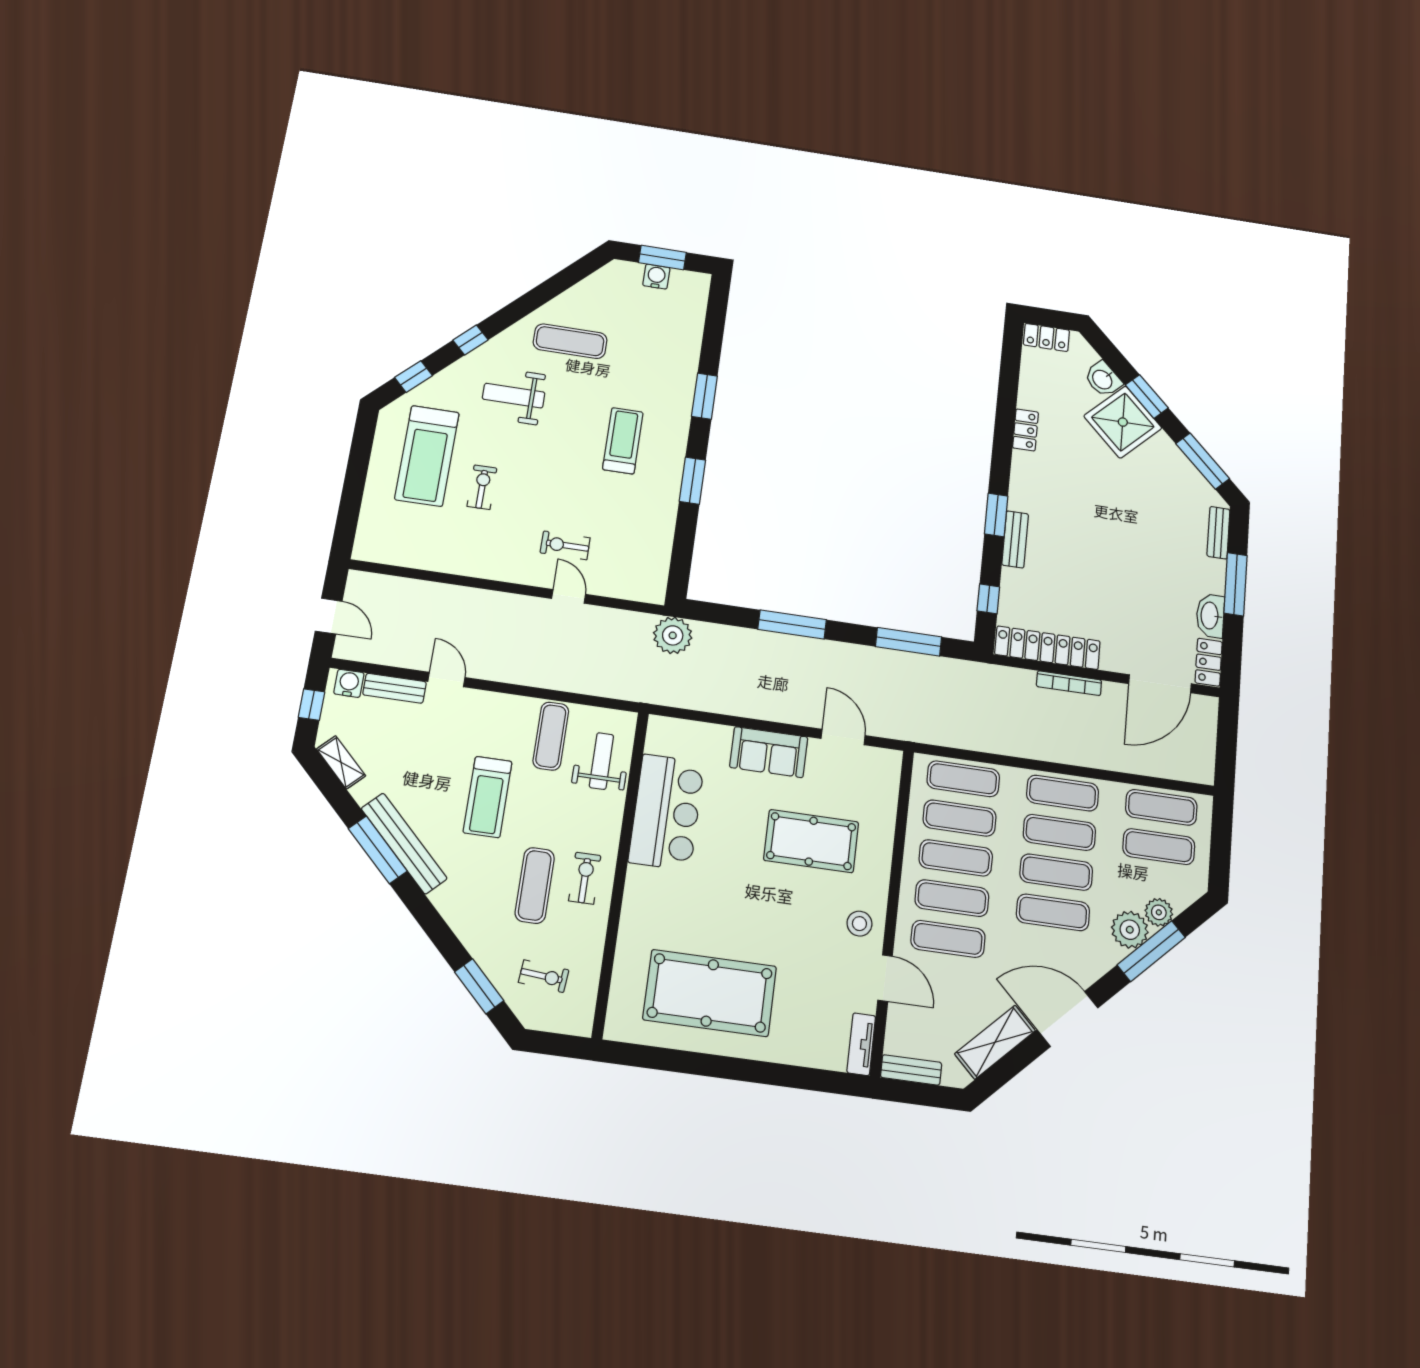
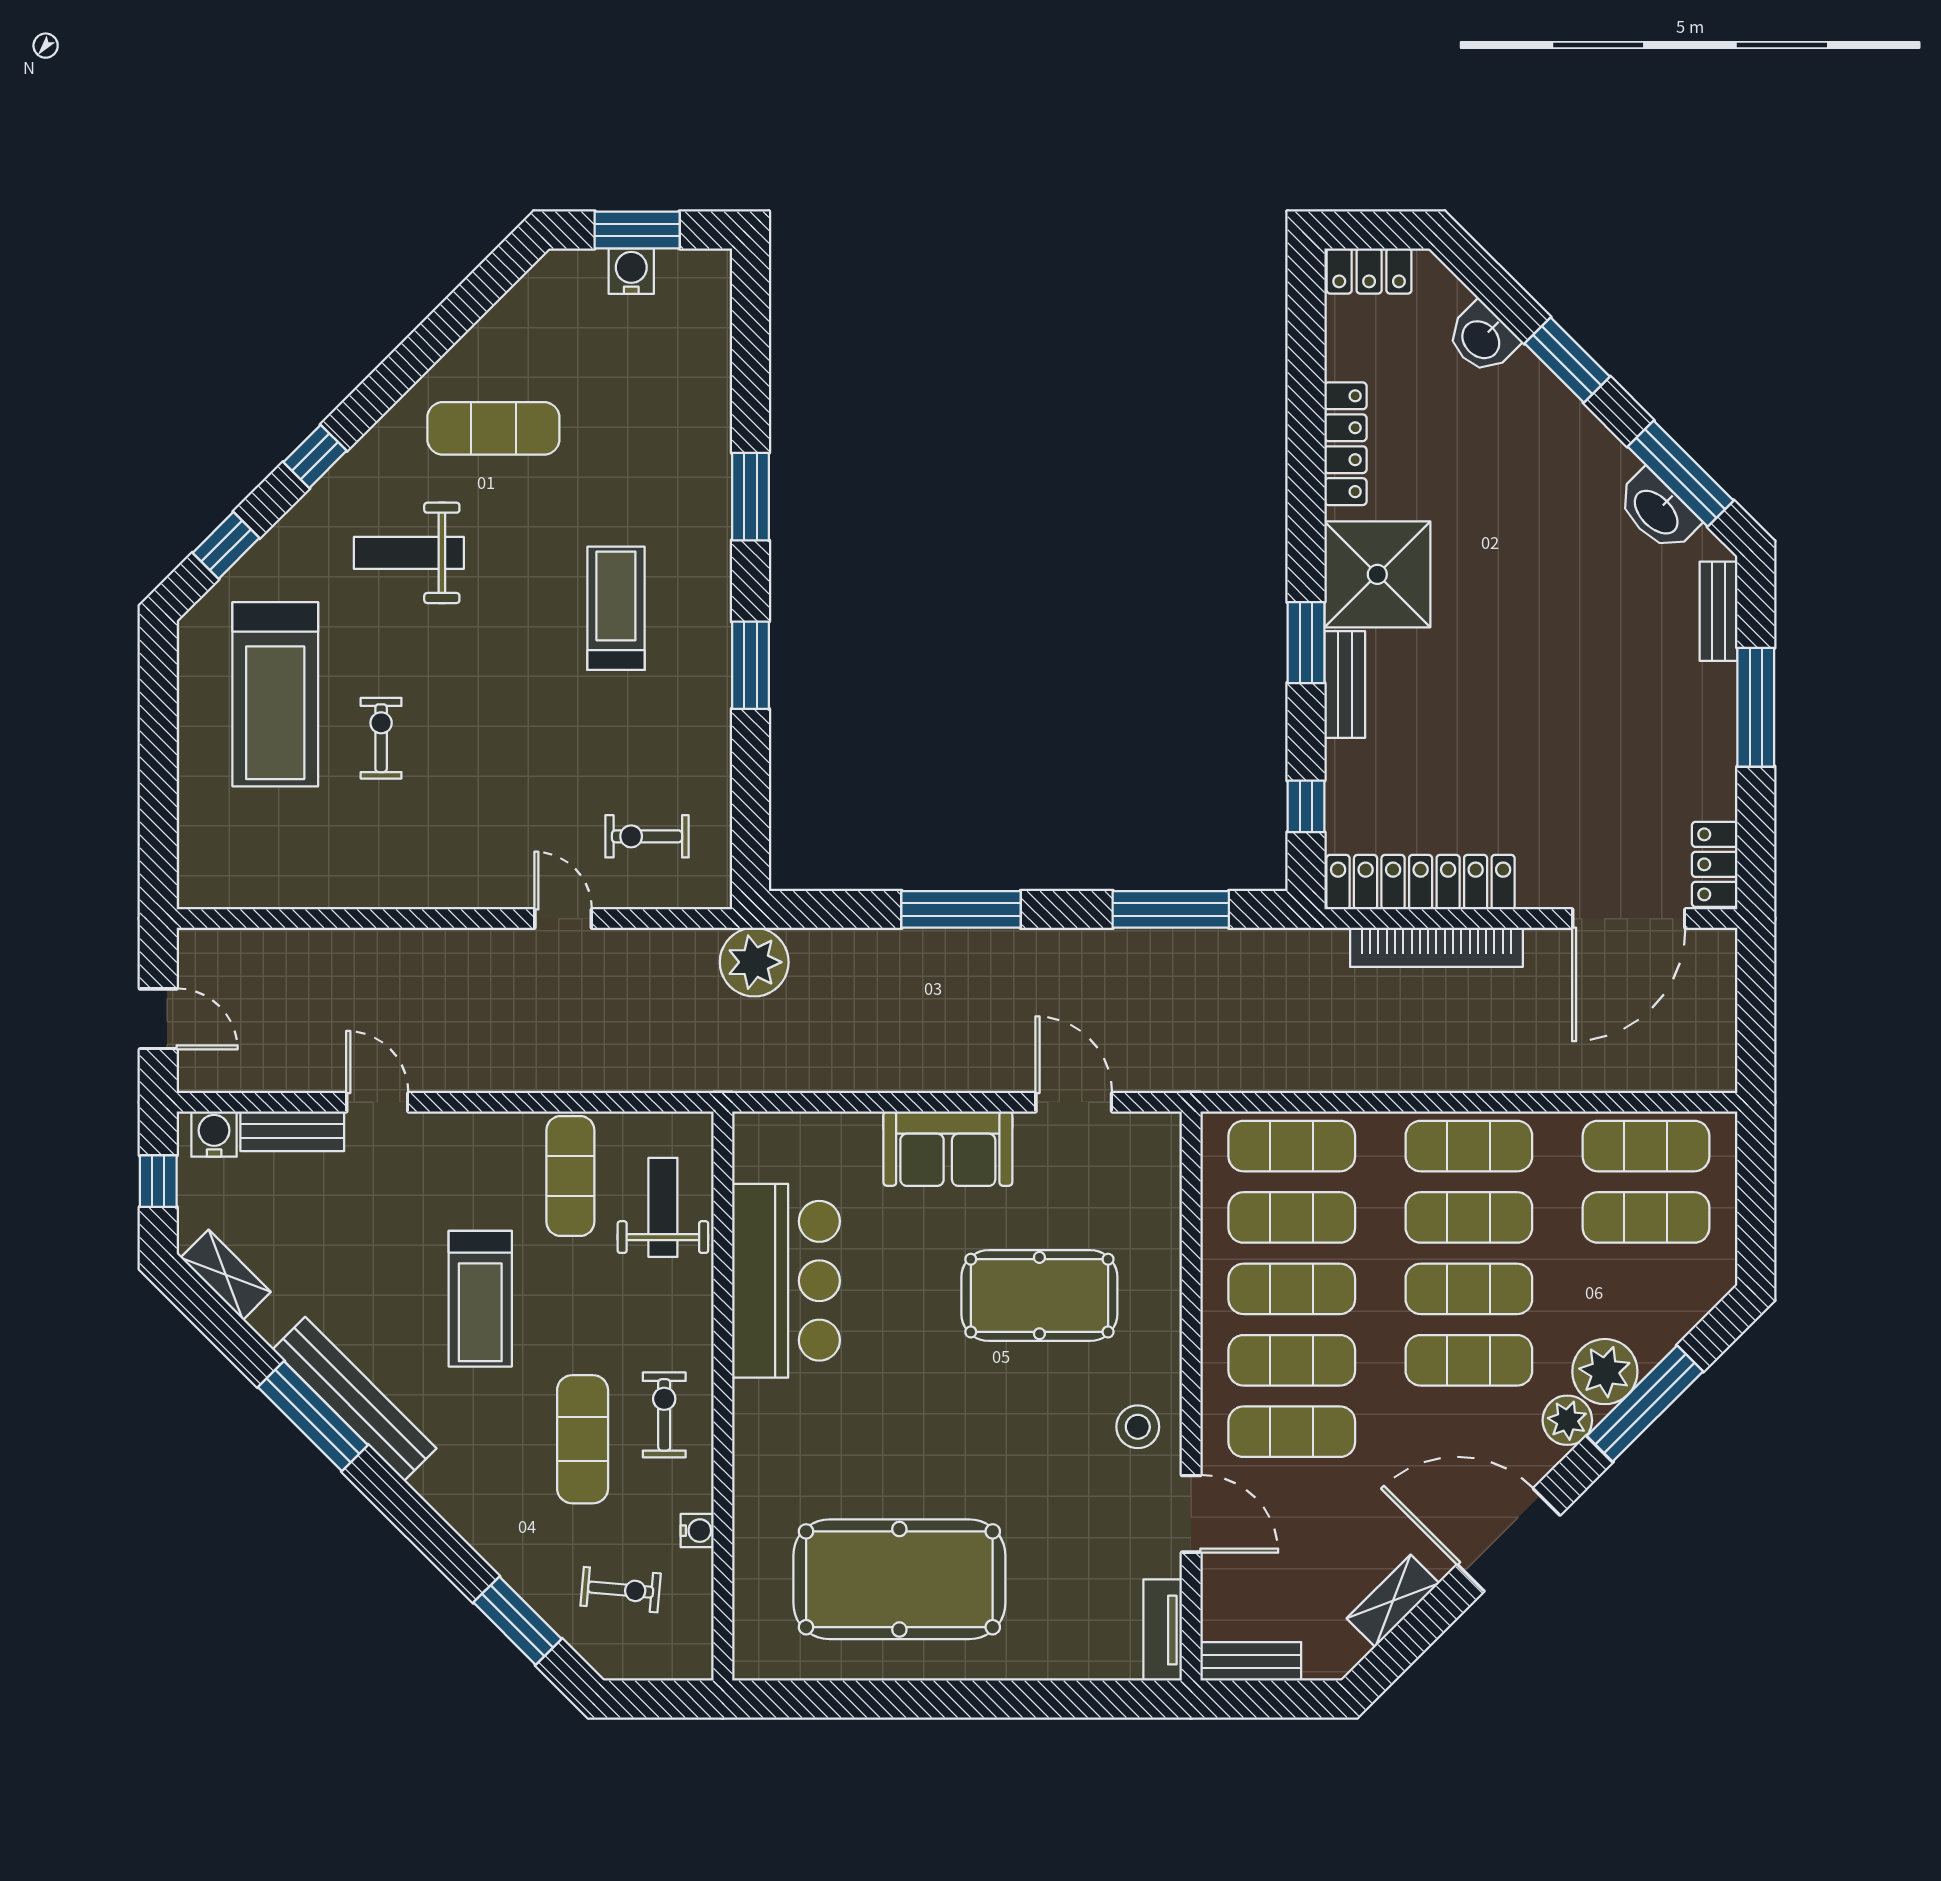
shower: (1123, 422) -> (1377, 574), moved, turned 45
locker: (1025, 430) -> (1345, 444), width x1.53
exercise bike: (565, 545) -> (647, 836), moved
washbasin: (1210, 616) -> (1657, 511), moved, turned -45
bookcase: (1069, 683) -> (1436, 947), width x1.48, depth x1.31
plant: (1159, 912) -> (1567, 1420), moved
water cooler: (594, 948) -> (697, 1531), added
shelving: (995, 1042) -> (1393, 1601), width x0.67, depth x0.75

